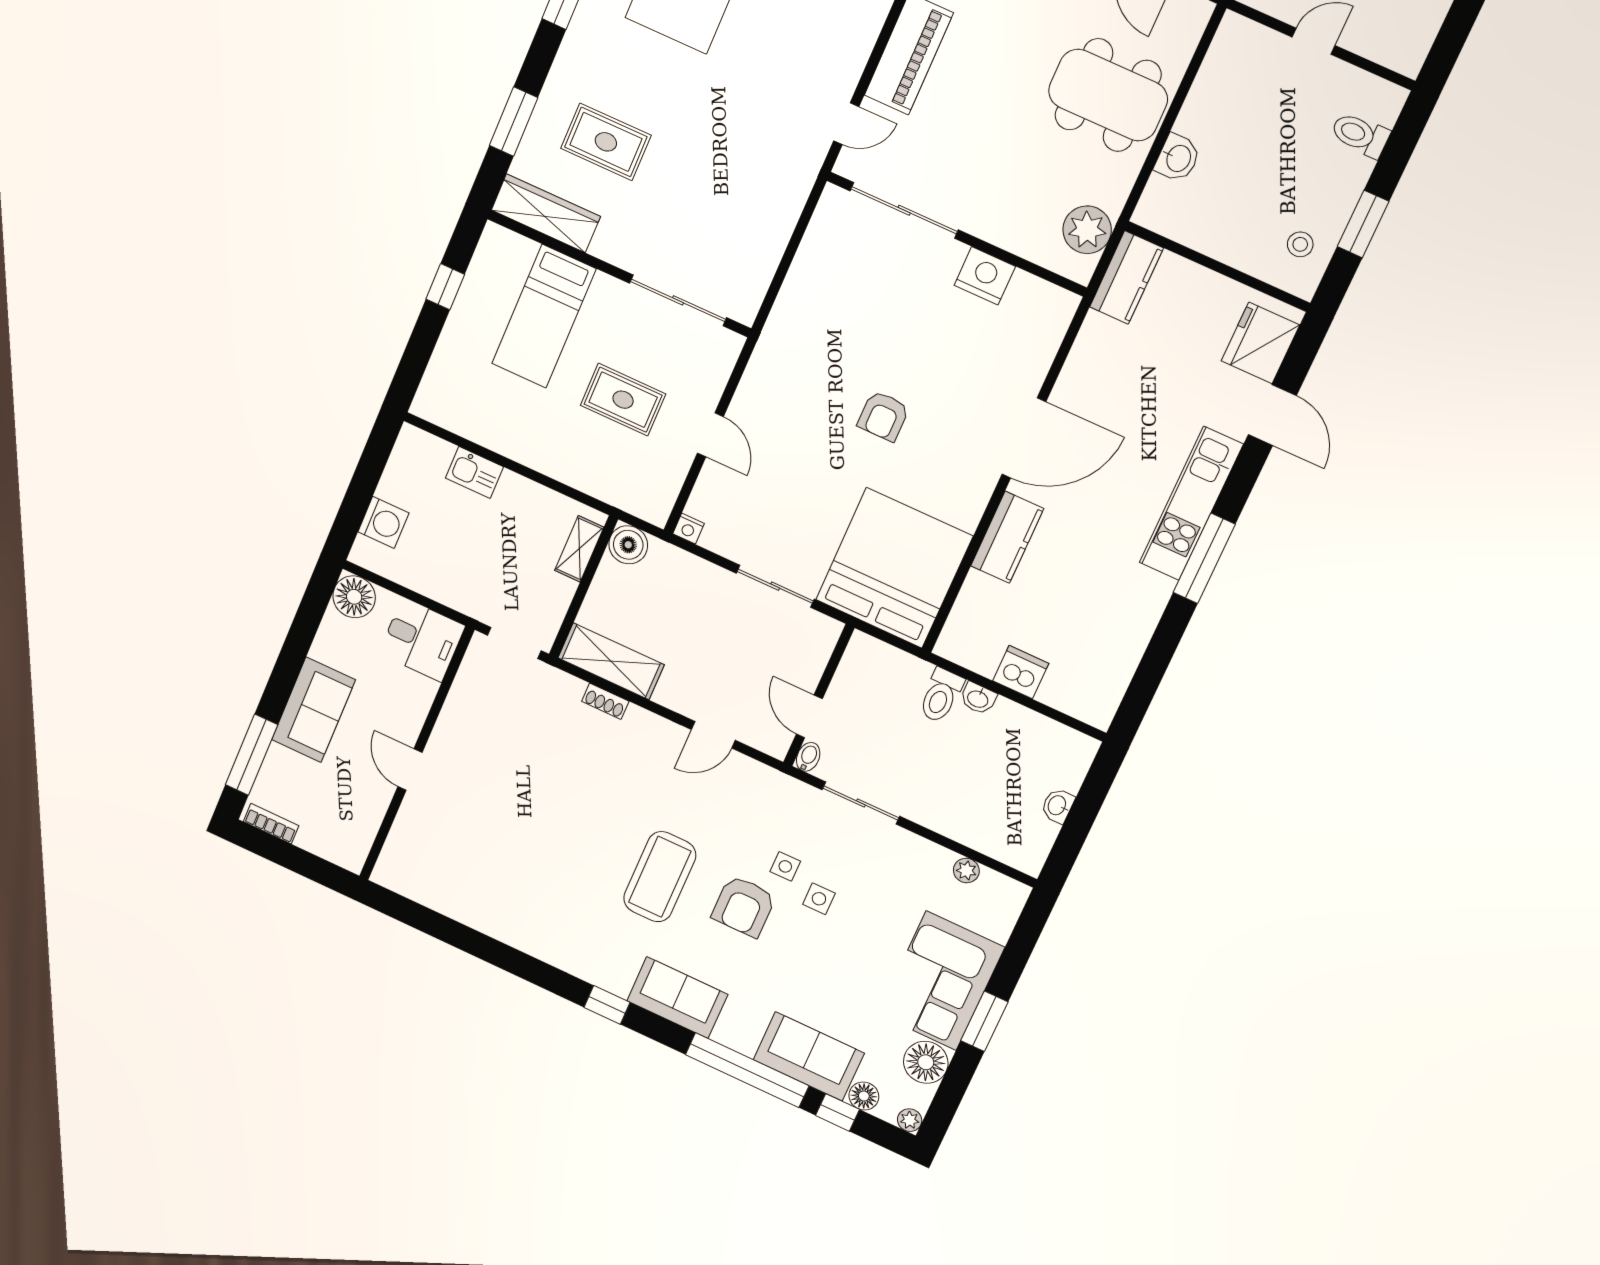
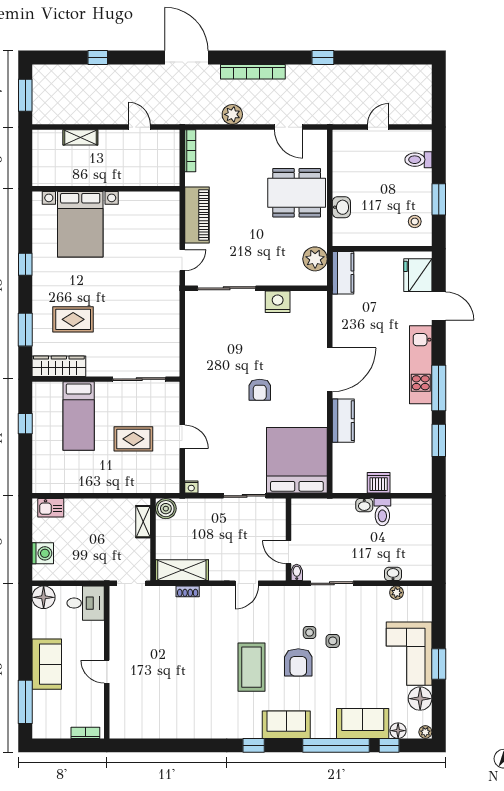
kitchen sink: (474, 472) -> (51, 508), moved
window: (1161, 649) -> (439, 440), added
toilet: (941, 696) -> (382, 512), moved
washbasin: (1058, 806) -> (393, 574), moved, turned 90
bookcase: (271, 824) -> (85, 733), moved

